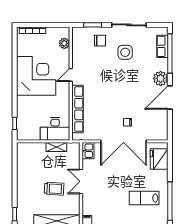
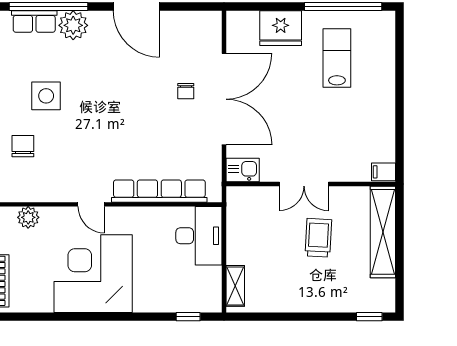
plant: (161, 78) -> (73, 25), moved
shelving: (56, 147) -> (235, 286), moved
fridge: (159, 159) -> (281, 28), moved
lab bench: (144, 198) -> (337, 58), turned 180

